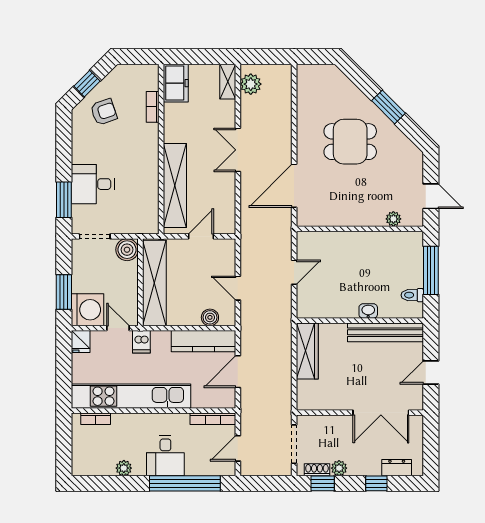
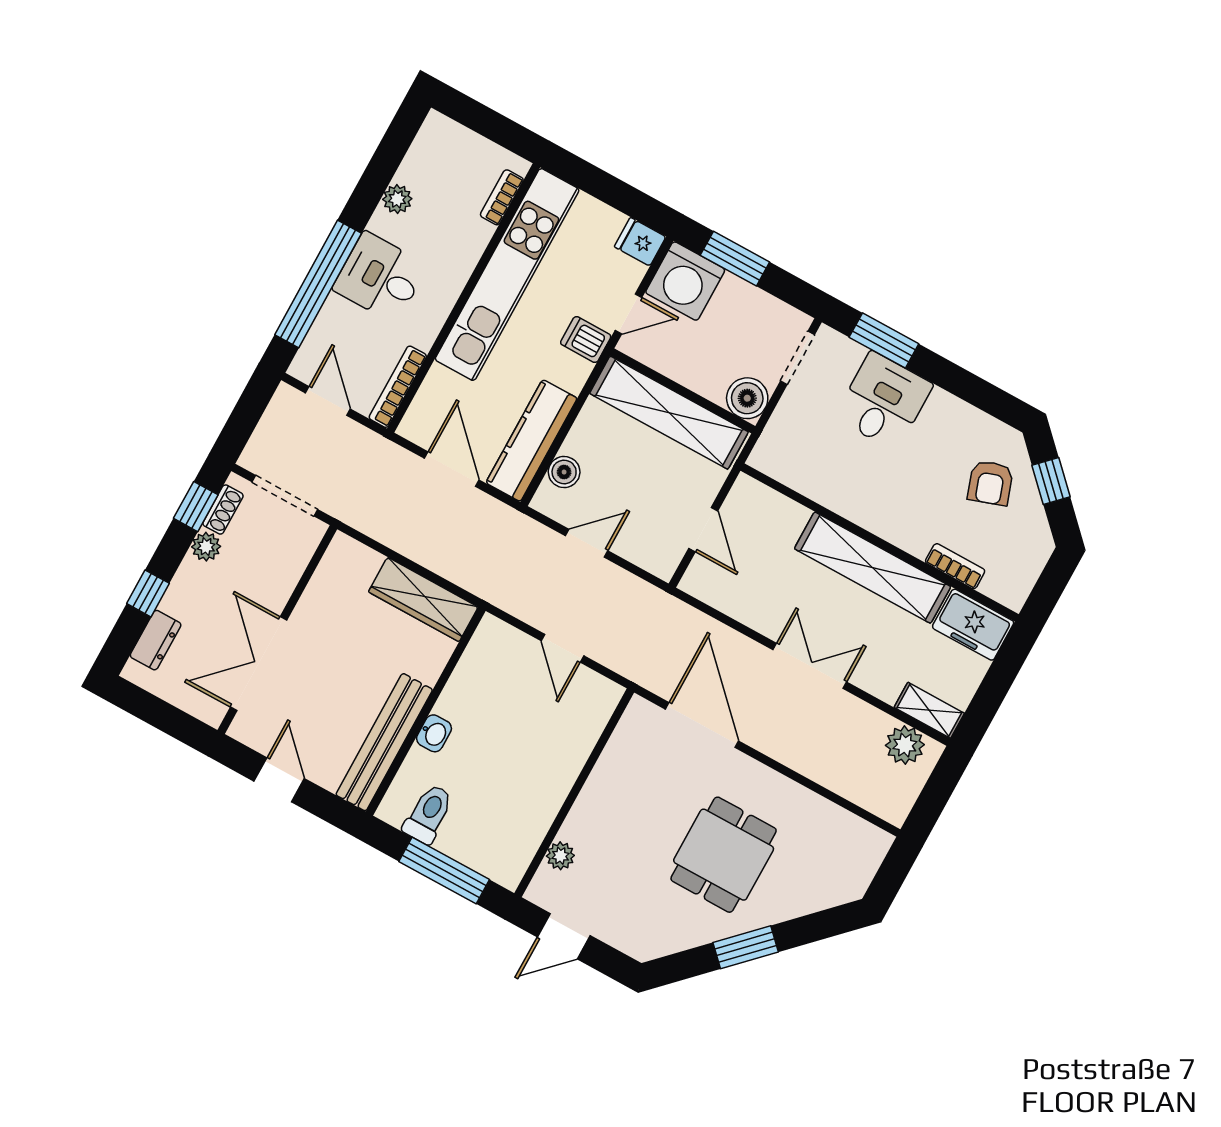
shelving: (175, 185) -> (873, 568), moved
toilet: (412, 295) -> (428, 814), width x1.37, depth x1.39

